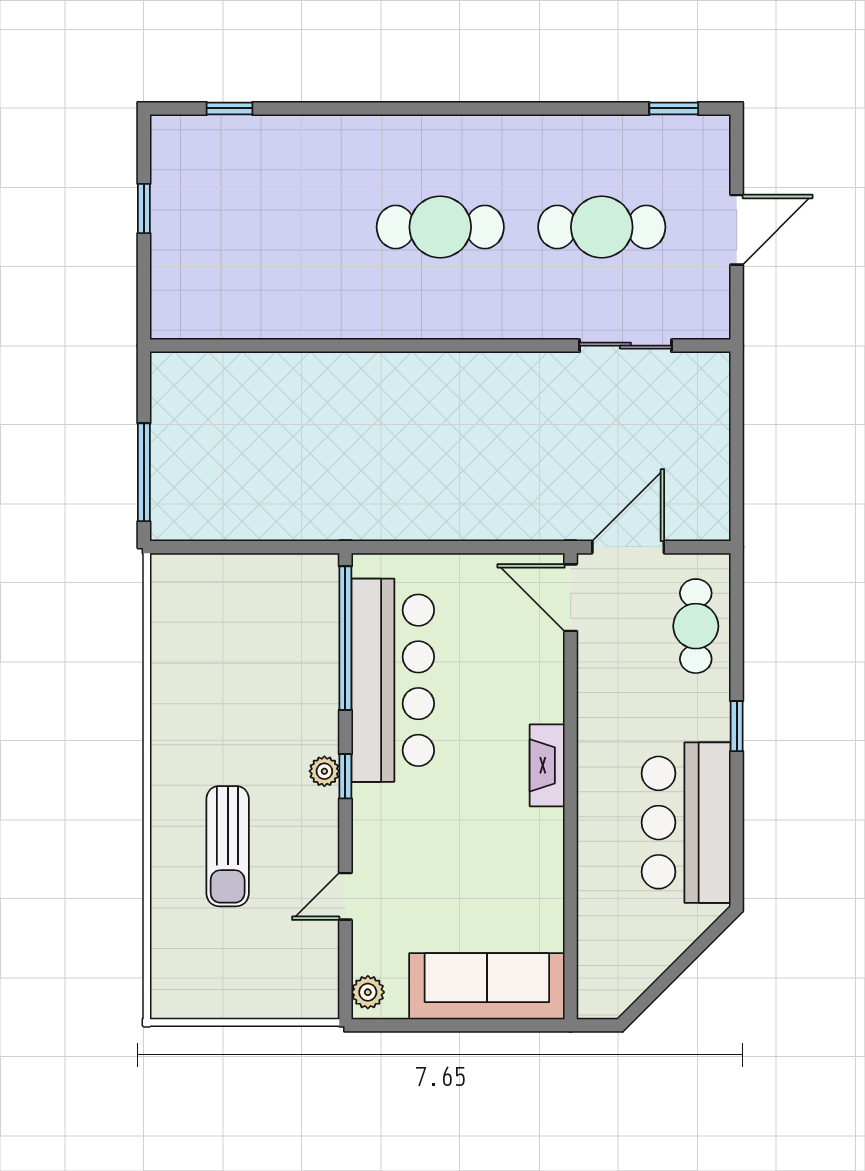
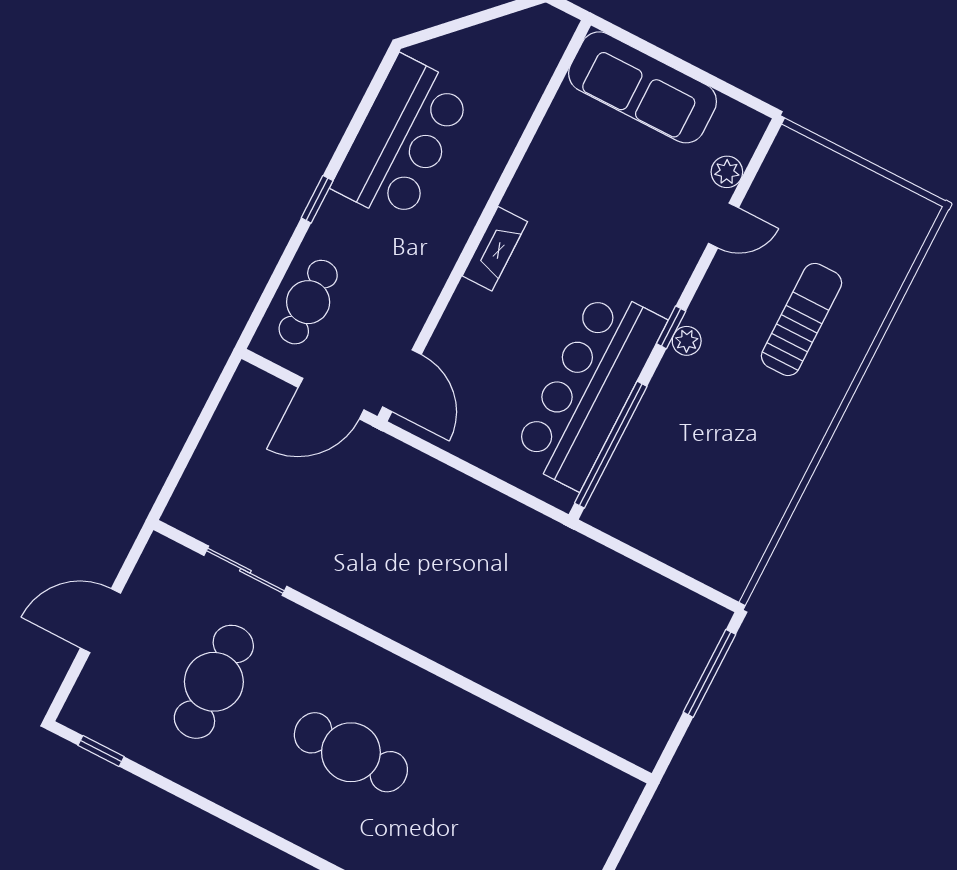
cafe table: (602, 227) -> (214, 682), turned 90
plant: (368, 992) -> (727, 172), moved

